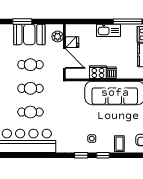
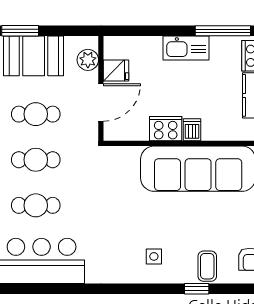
door: (64, 59) -> (101, 102), hinge flipped
window: (81, 155) -> (133, 289), removed
window: (103, 155) -> (197, 289), moved

